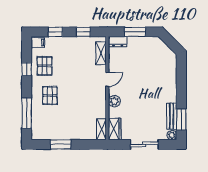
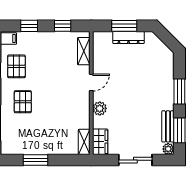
dresser: (118, 42) -> (129, 37), moved, width x1.44
window: (181, 87) -> (179, 91), added

